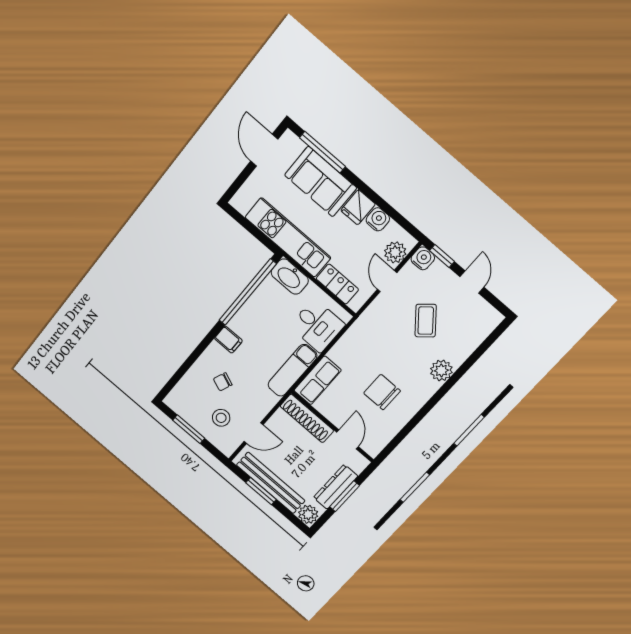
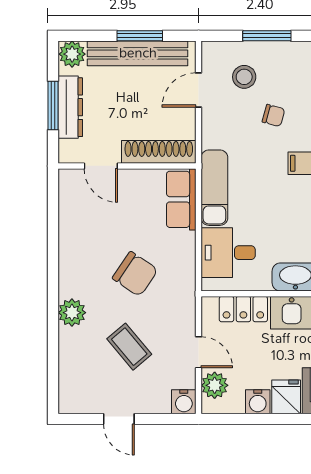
window: (442, 256) -> (168, 419), removed
chair: (223, 382) -> (273, 116), turned 83
chair: (382, 392) -> (135, 274), moved, turned 34

